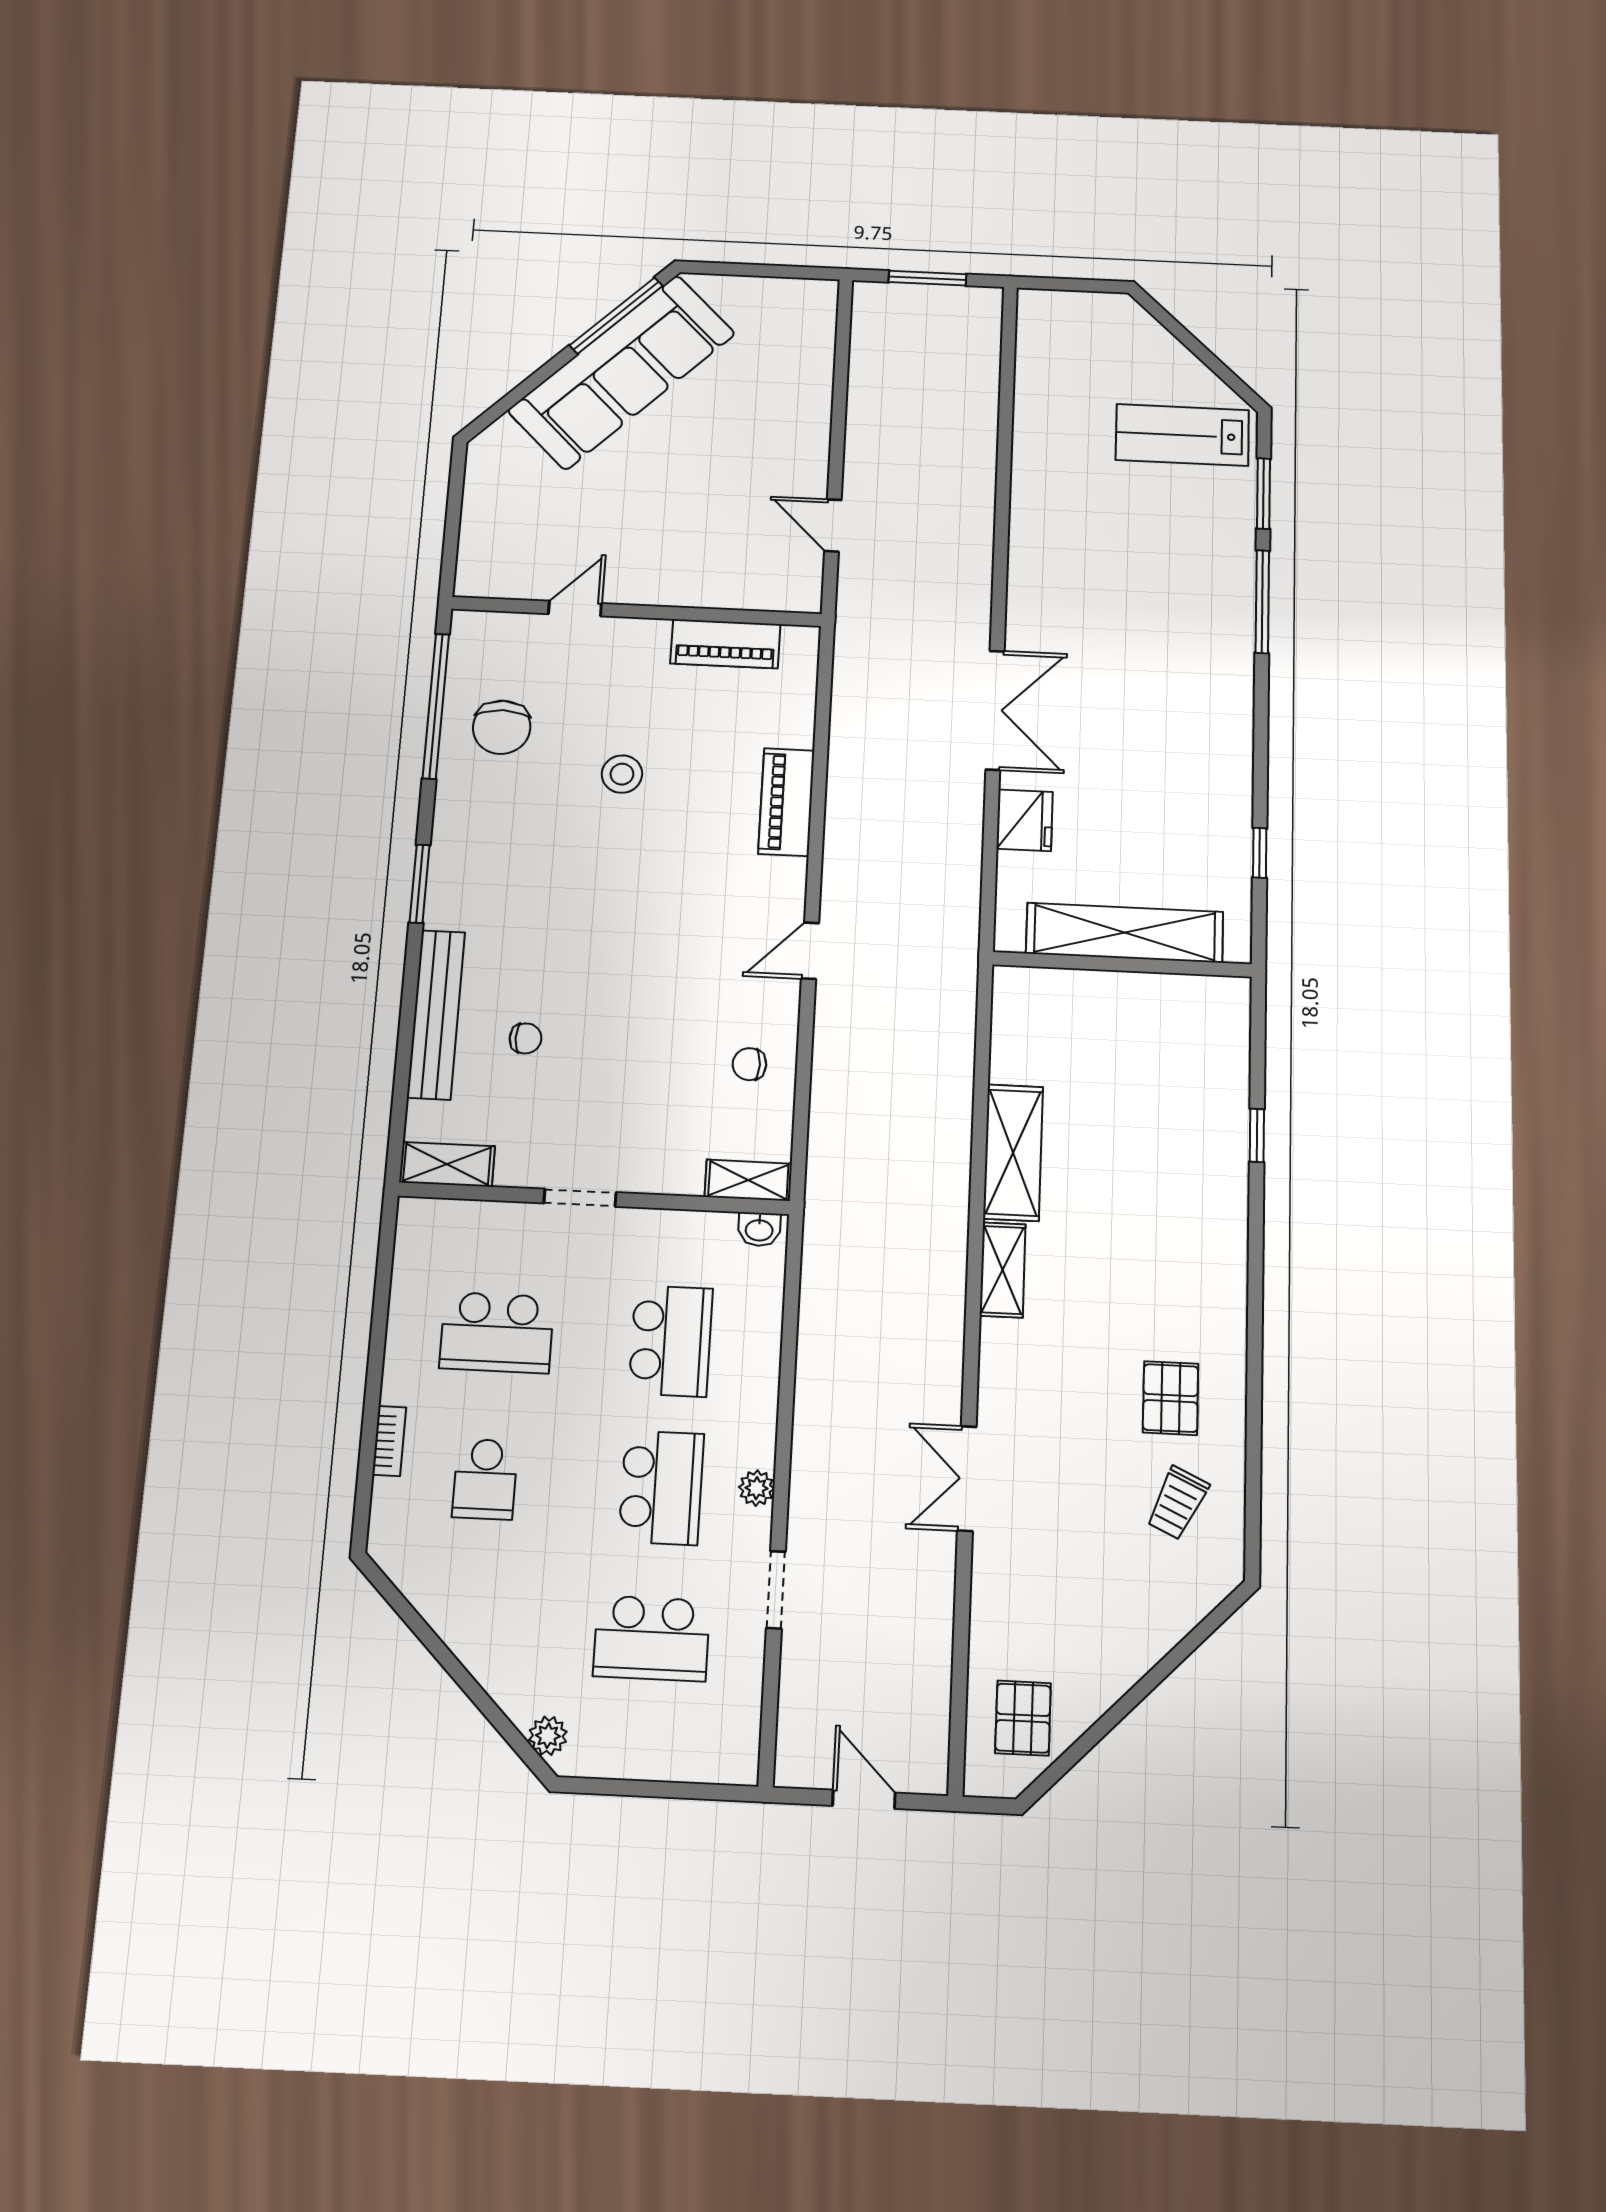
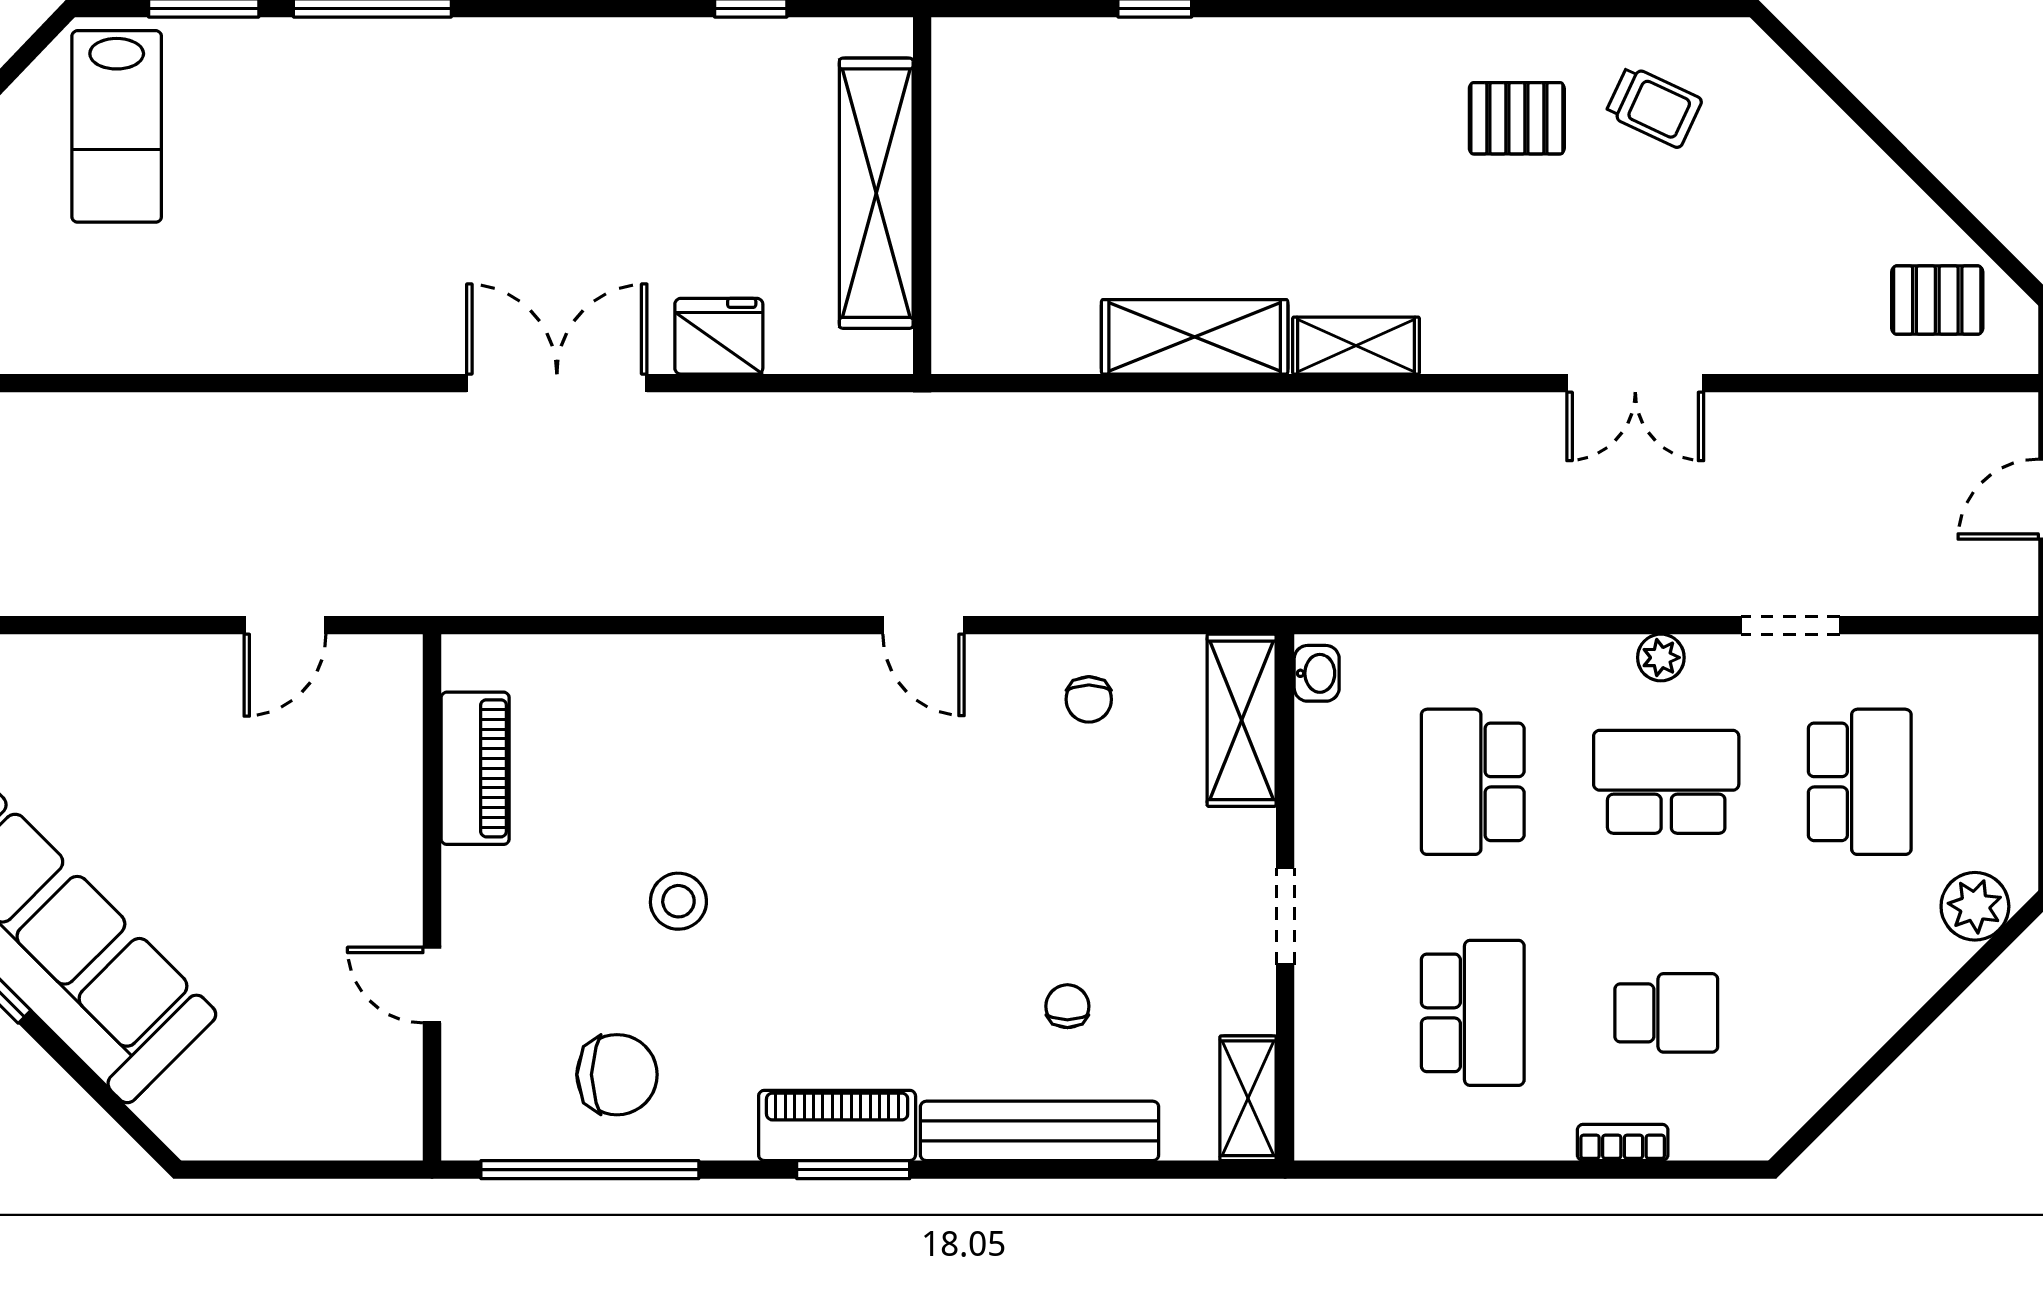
piano: (786, 802) -> (837, 1125), moved, turned 180
shelving: (748, 1180) -> (1242, 720), width x1.50, depth x1.33
school desk: (671, 1341) -> (1473, 782), turned -90
plant: (548, 1736) -> (1975, 906), width x1.38, depth x1.38

